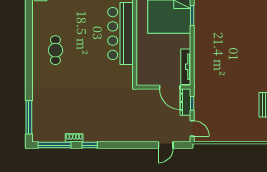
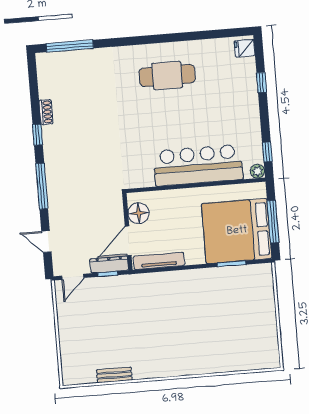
cafe table: (55, 50) -> (167, 76), width x1.37, depth x1.35
floor lamp: (151, 78) -> (139, 213), added
window: (54, 145) -> (42, 186), moved

